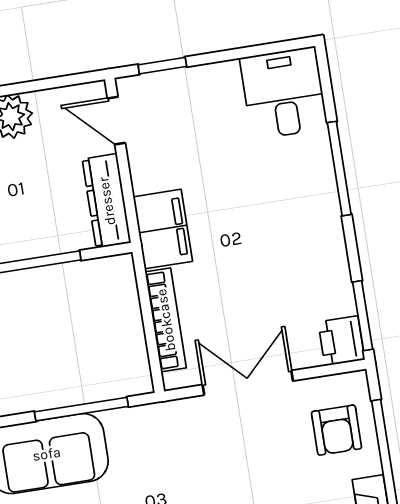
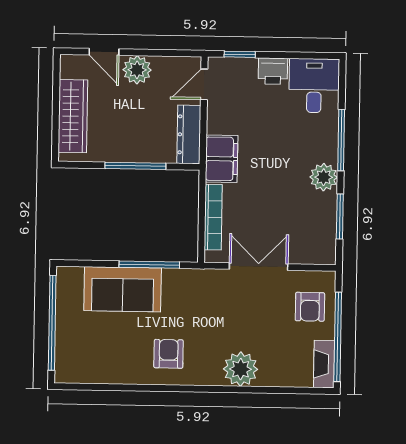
door: (116, 121) -> (204, 84), hinge flipped
plant: (323, 230) -> (324, 177), added
window: (363, 316) -> (340, 217), moved
printer: (341, 341) -> (273, 71), moved, turned -90

